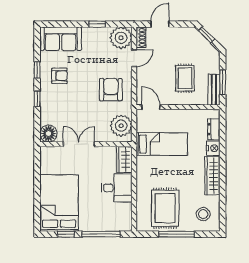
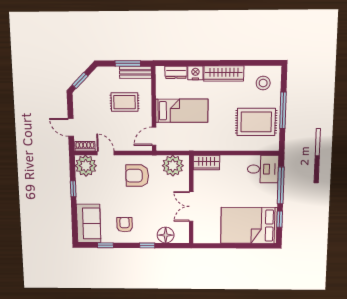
window: (37, 70) -> (105, 245), moved
floor lamp: (48, 134) -> (166, 235), moved
bed: (162, 144) -> (182, 111), moved, turned 90
desk: (117, 188) -> (263, 169), moved, turned 90

